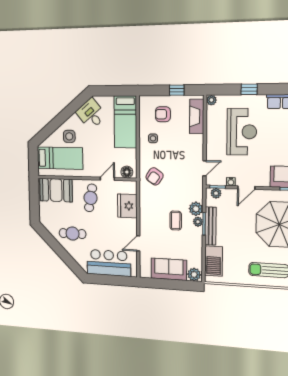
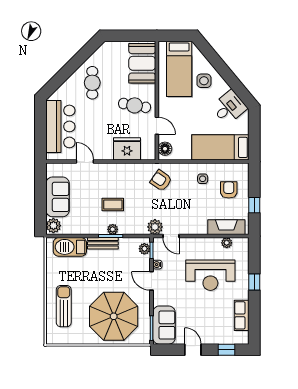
plant: (211, 100) -> (227, 243), moved
plant: (196, 209) -> (155, 227), moved
bench: (211, 226) -> (103, 243), width x0.73

